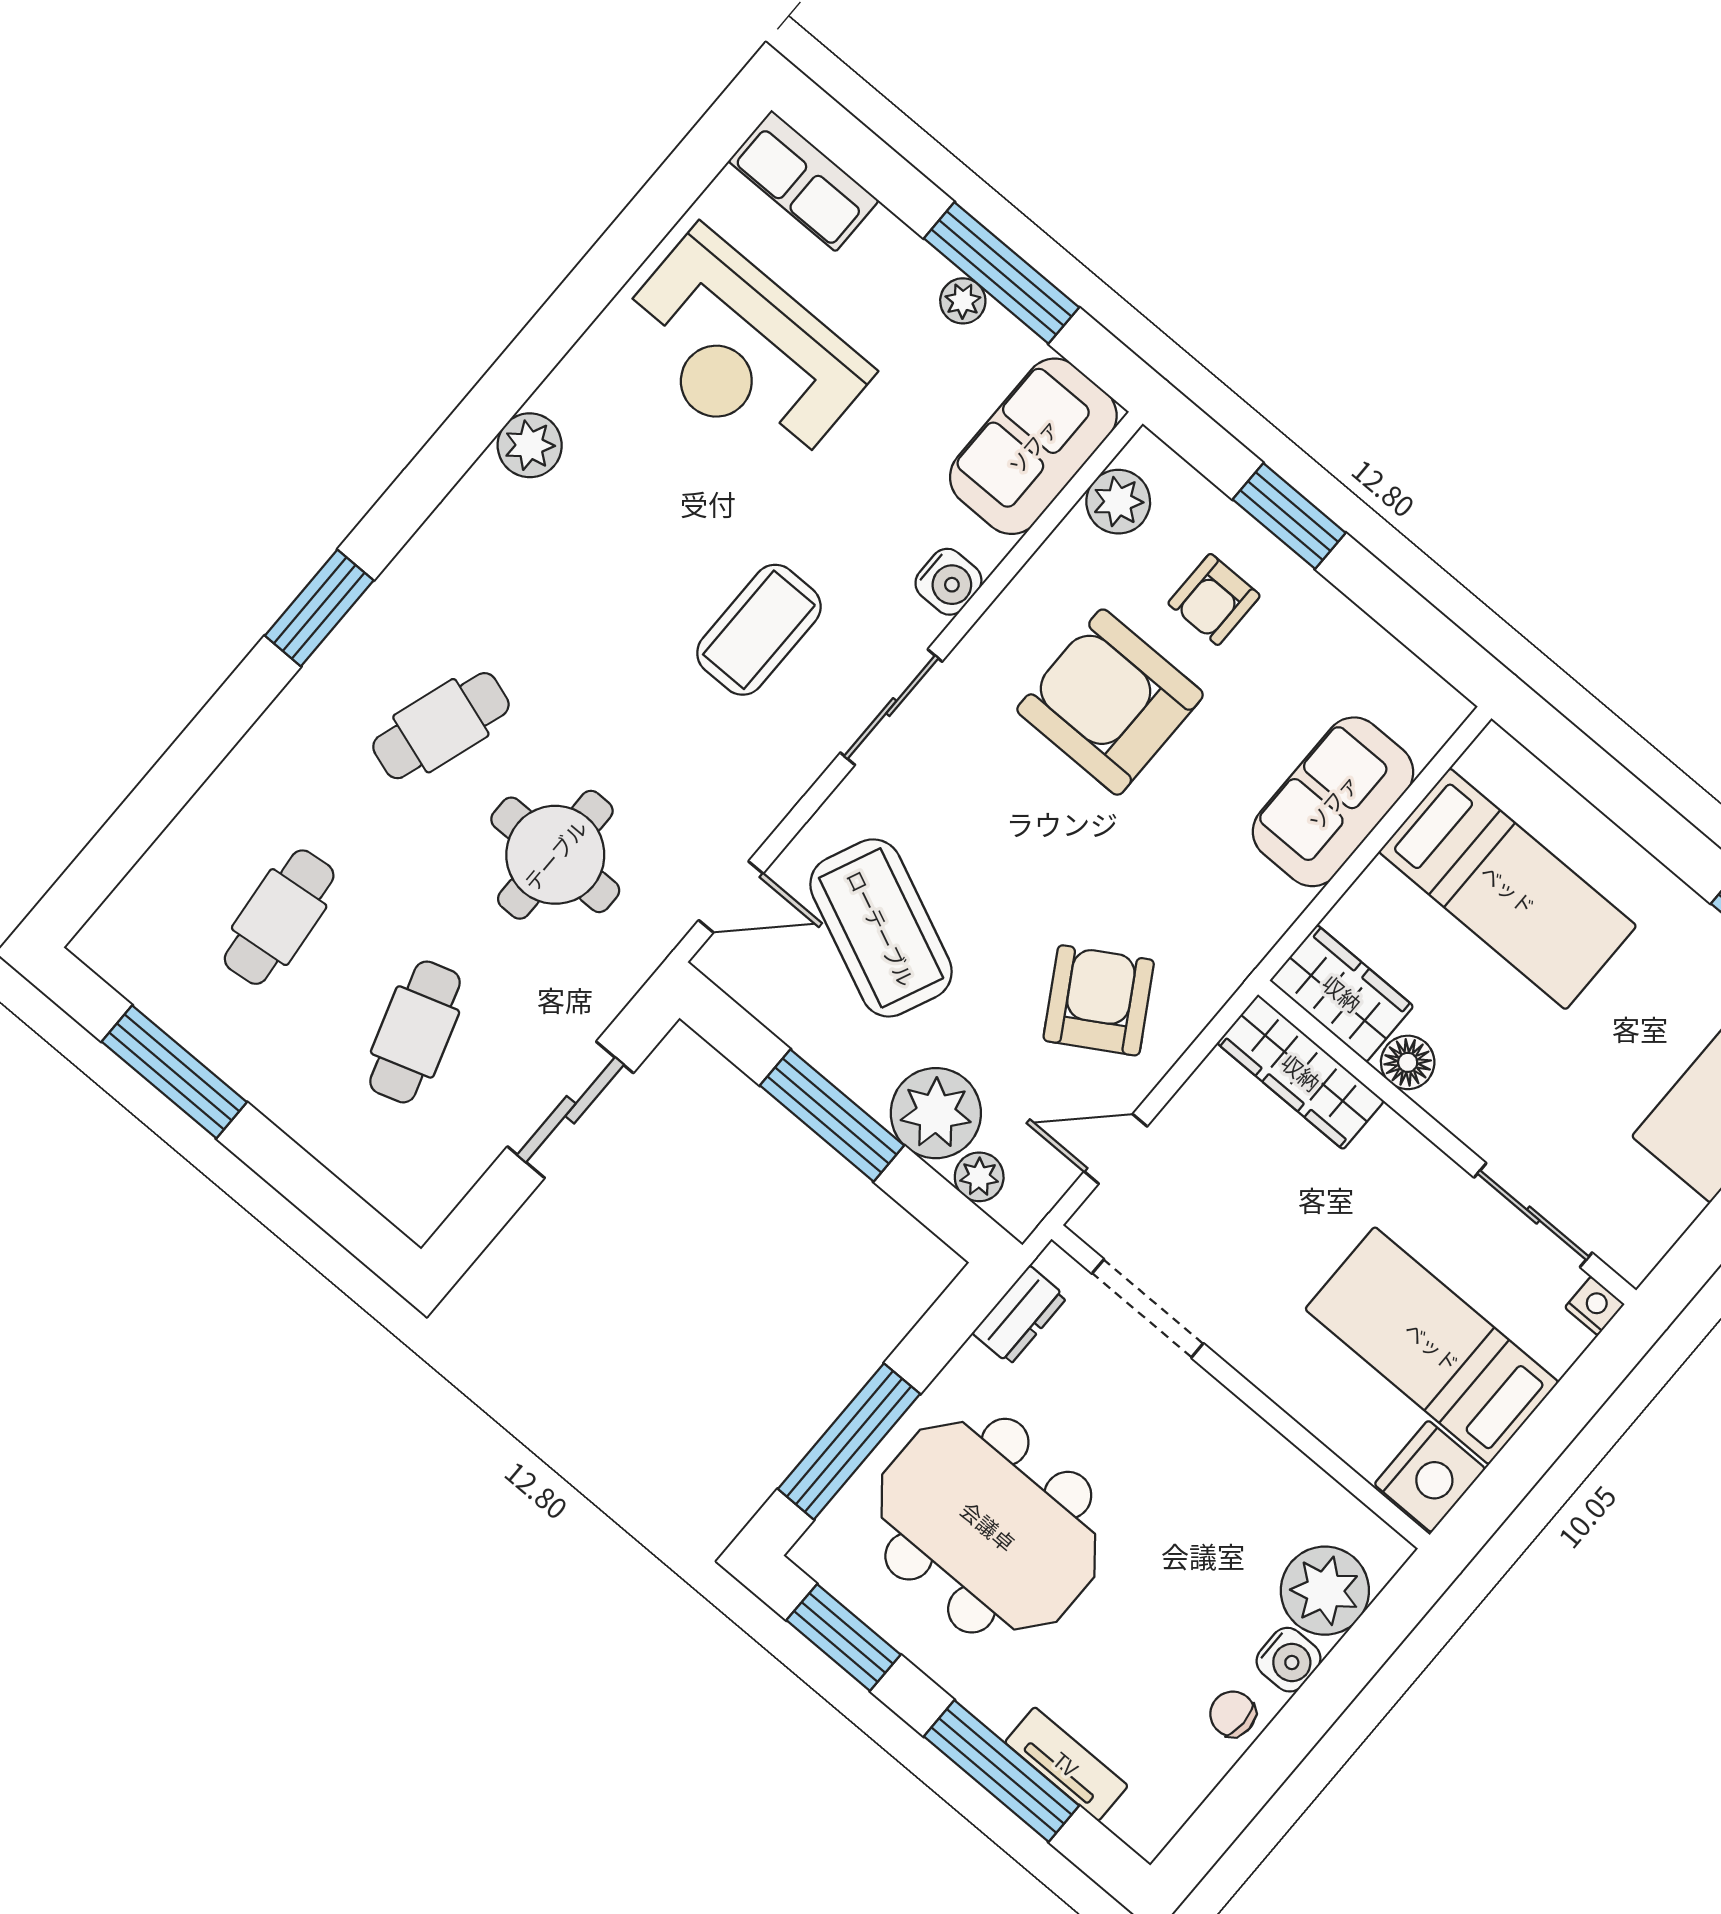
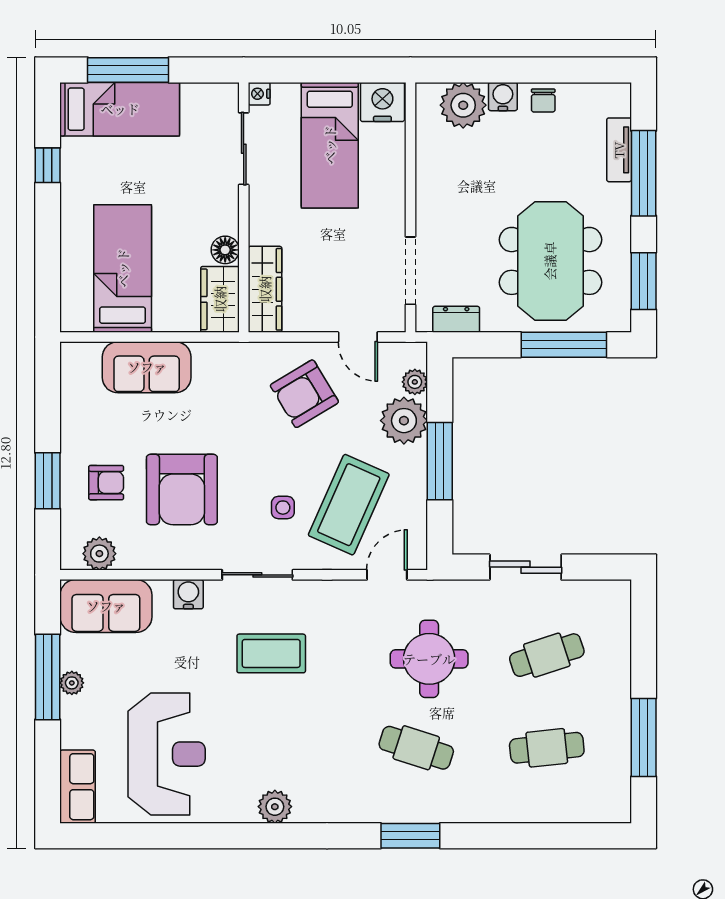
side table: (958, 828) -> (283, 508), added
door: (731, 897) -> (387, 575), hinge flipped

